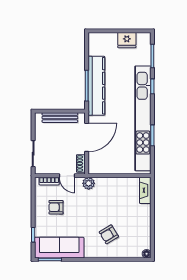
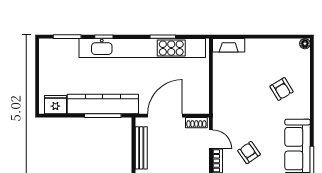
fridge: (127, 40) -> (55, 105), moved, turned -90
door: (87, 137) -> (165, 116), hinge flipped
door: (67, 176) -> (211, 139), hinge flipped
plant: (89, 183) -> (220, 113), removed
armchair: (56, 207) -> (249, 153), turned 145

